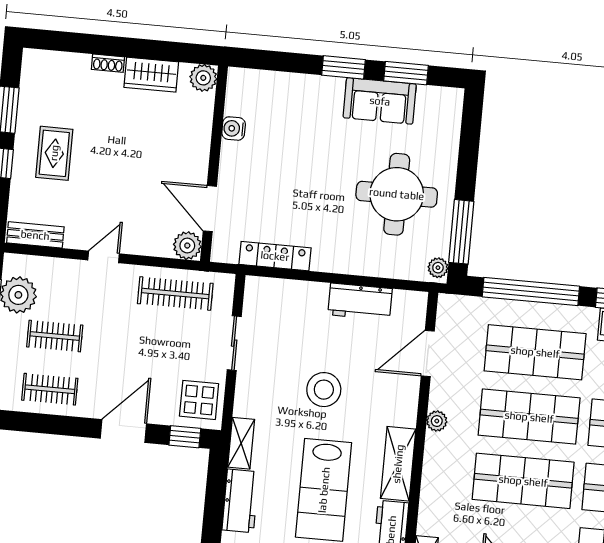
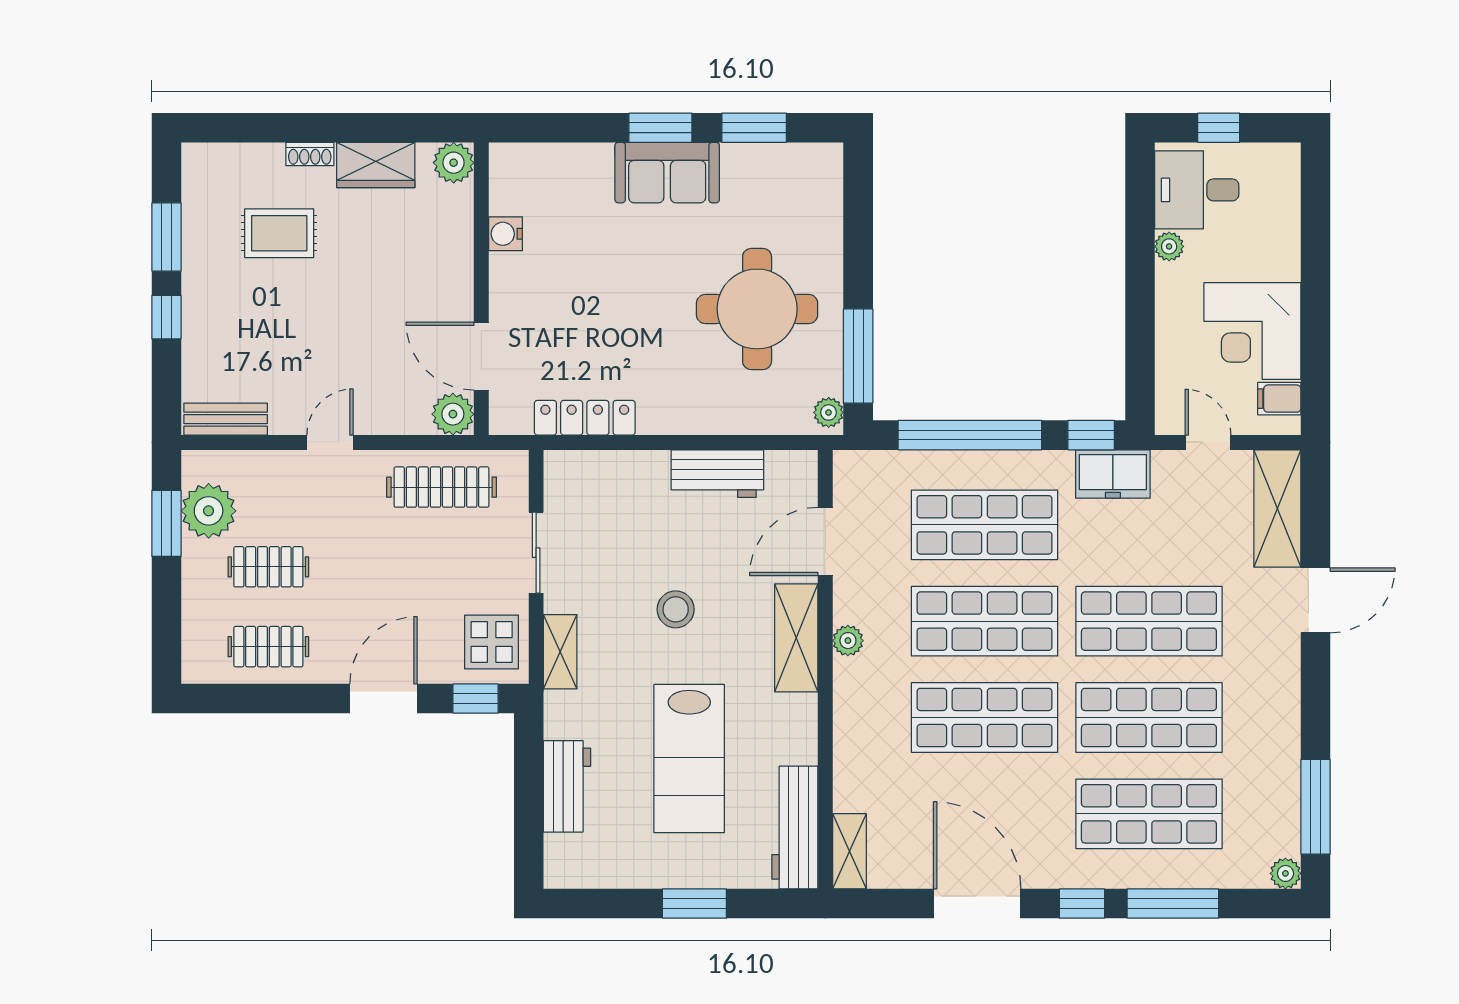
sofa: (380, 101) -> (667, 173), moved
rug: (54, 153) -> (279, 233), moved, turned 90
stool: (324, 390) -> (676, 609), width x0.73, depth x0.73
shelving: (241, 443) -> (560, 652), moved
shelving: (398, 464) -> (796, 638), moved

